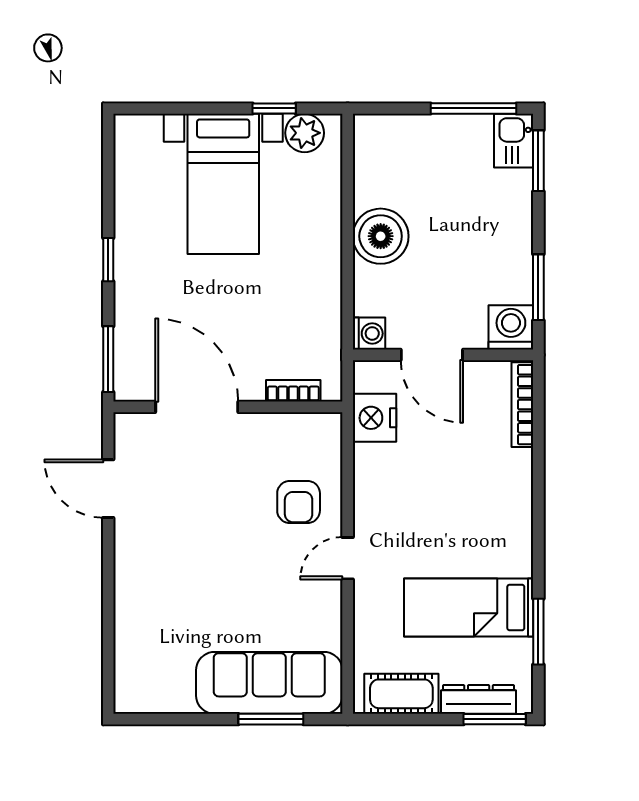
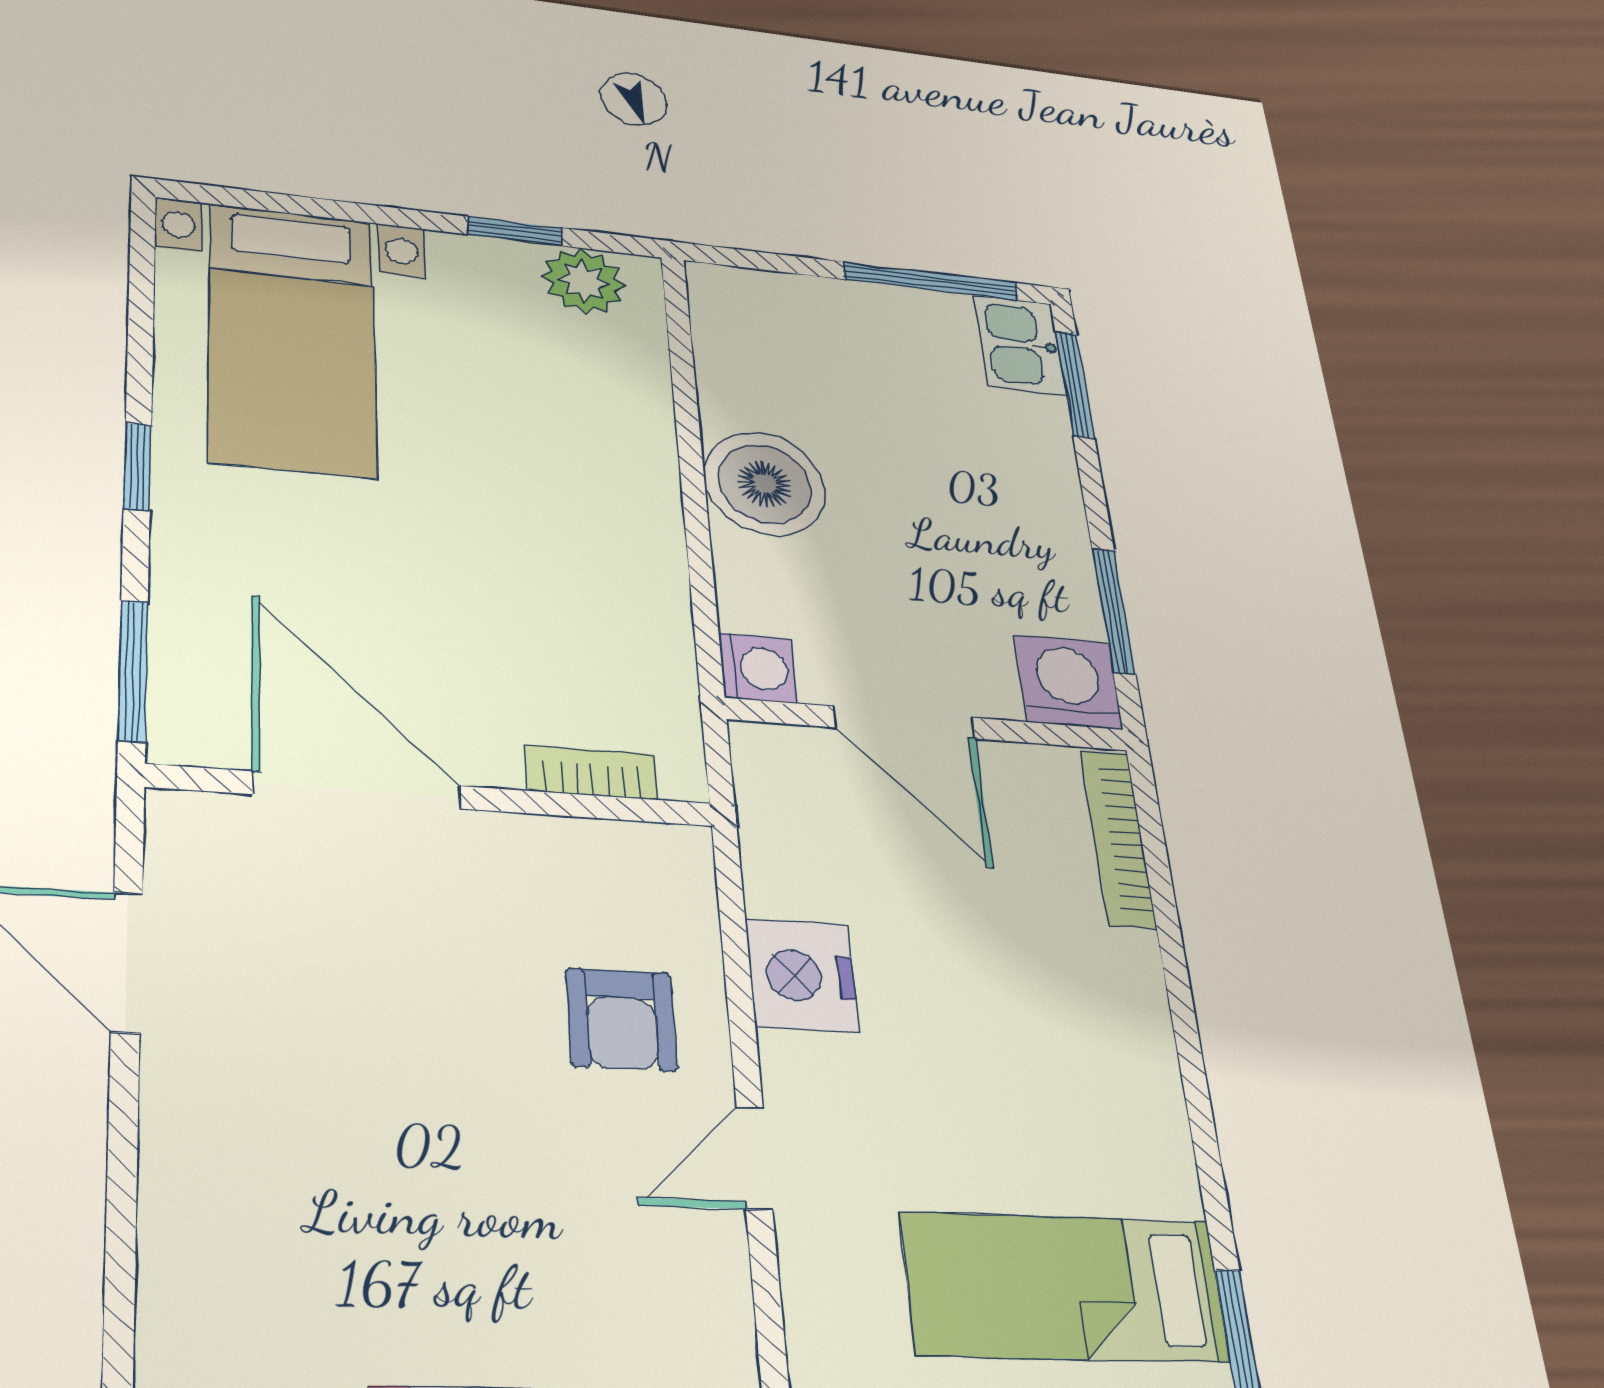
bed with nightstands: (223, 184) -> (292, 339), moved
nightstand: (374, 418) -> (802, 976), moved

